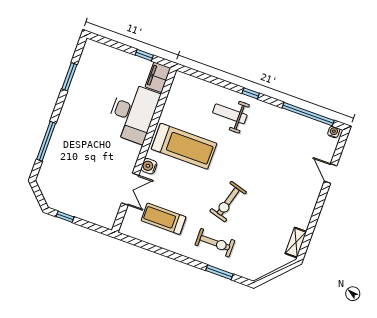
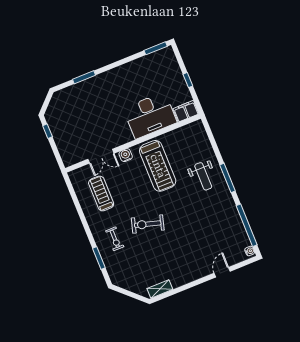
window: (144, 55) -> (188, 80), moved
window: (69, 77) -> (156, 48), moved
window: (251, 93) -> (227, 178), width x2.17
weight bench: (230, 114) -> (203, 176), turned 180
window: (46, 141) -> (84, 77), width x0.69
exercise bike: (215, 243) -> (115, 239), width x0.73, depth x0.72

